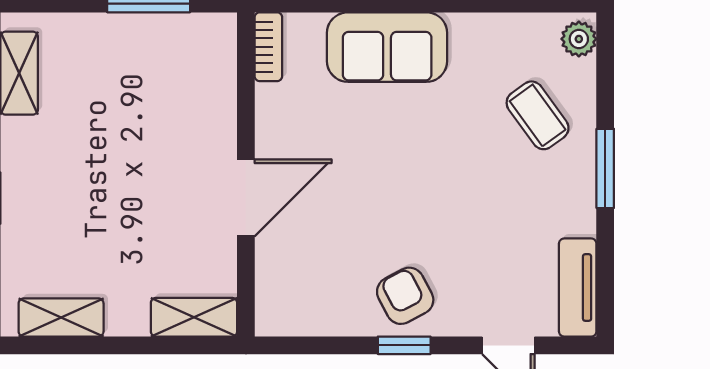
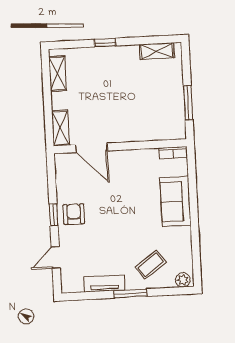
door: (246, 198) -> (91, 148), moved
tv unit: (578, 288) -> (104, 284), moved
armchair: (405, 296) -> (74, 214), turned -62

